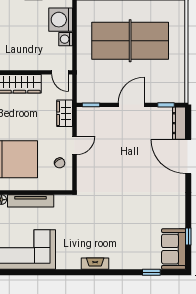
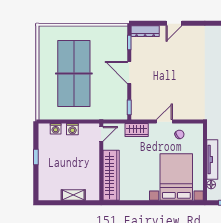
washing machine: (61, 20) -> (56, 129), width x0.53, depth x0.53
door: (74, 145) -> (164, 122), hinge flipped
door: (188, 157) -> (174, 23), width x0.53

